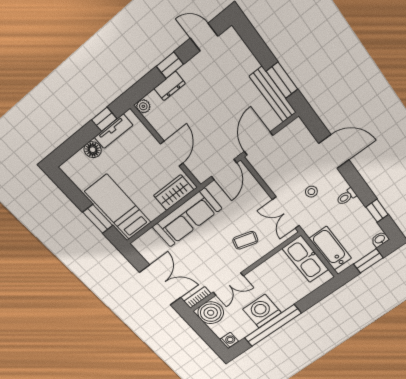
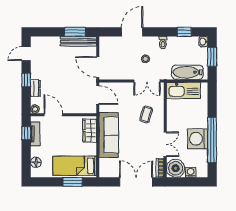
floor lamp: (93, 150) -> (36, 162), moved
door: (172, 154) -> (53, 115), moved
washing machine: (229, 340) -> (191, 172), moved

